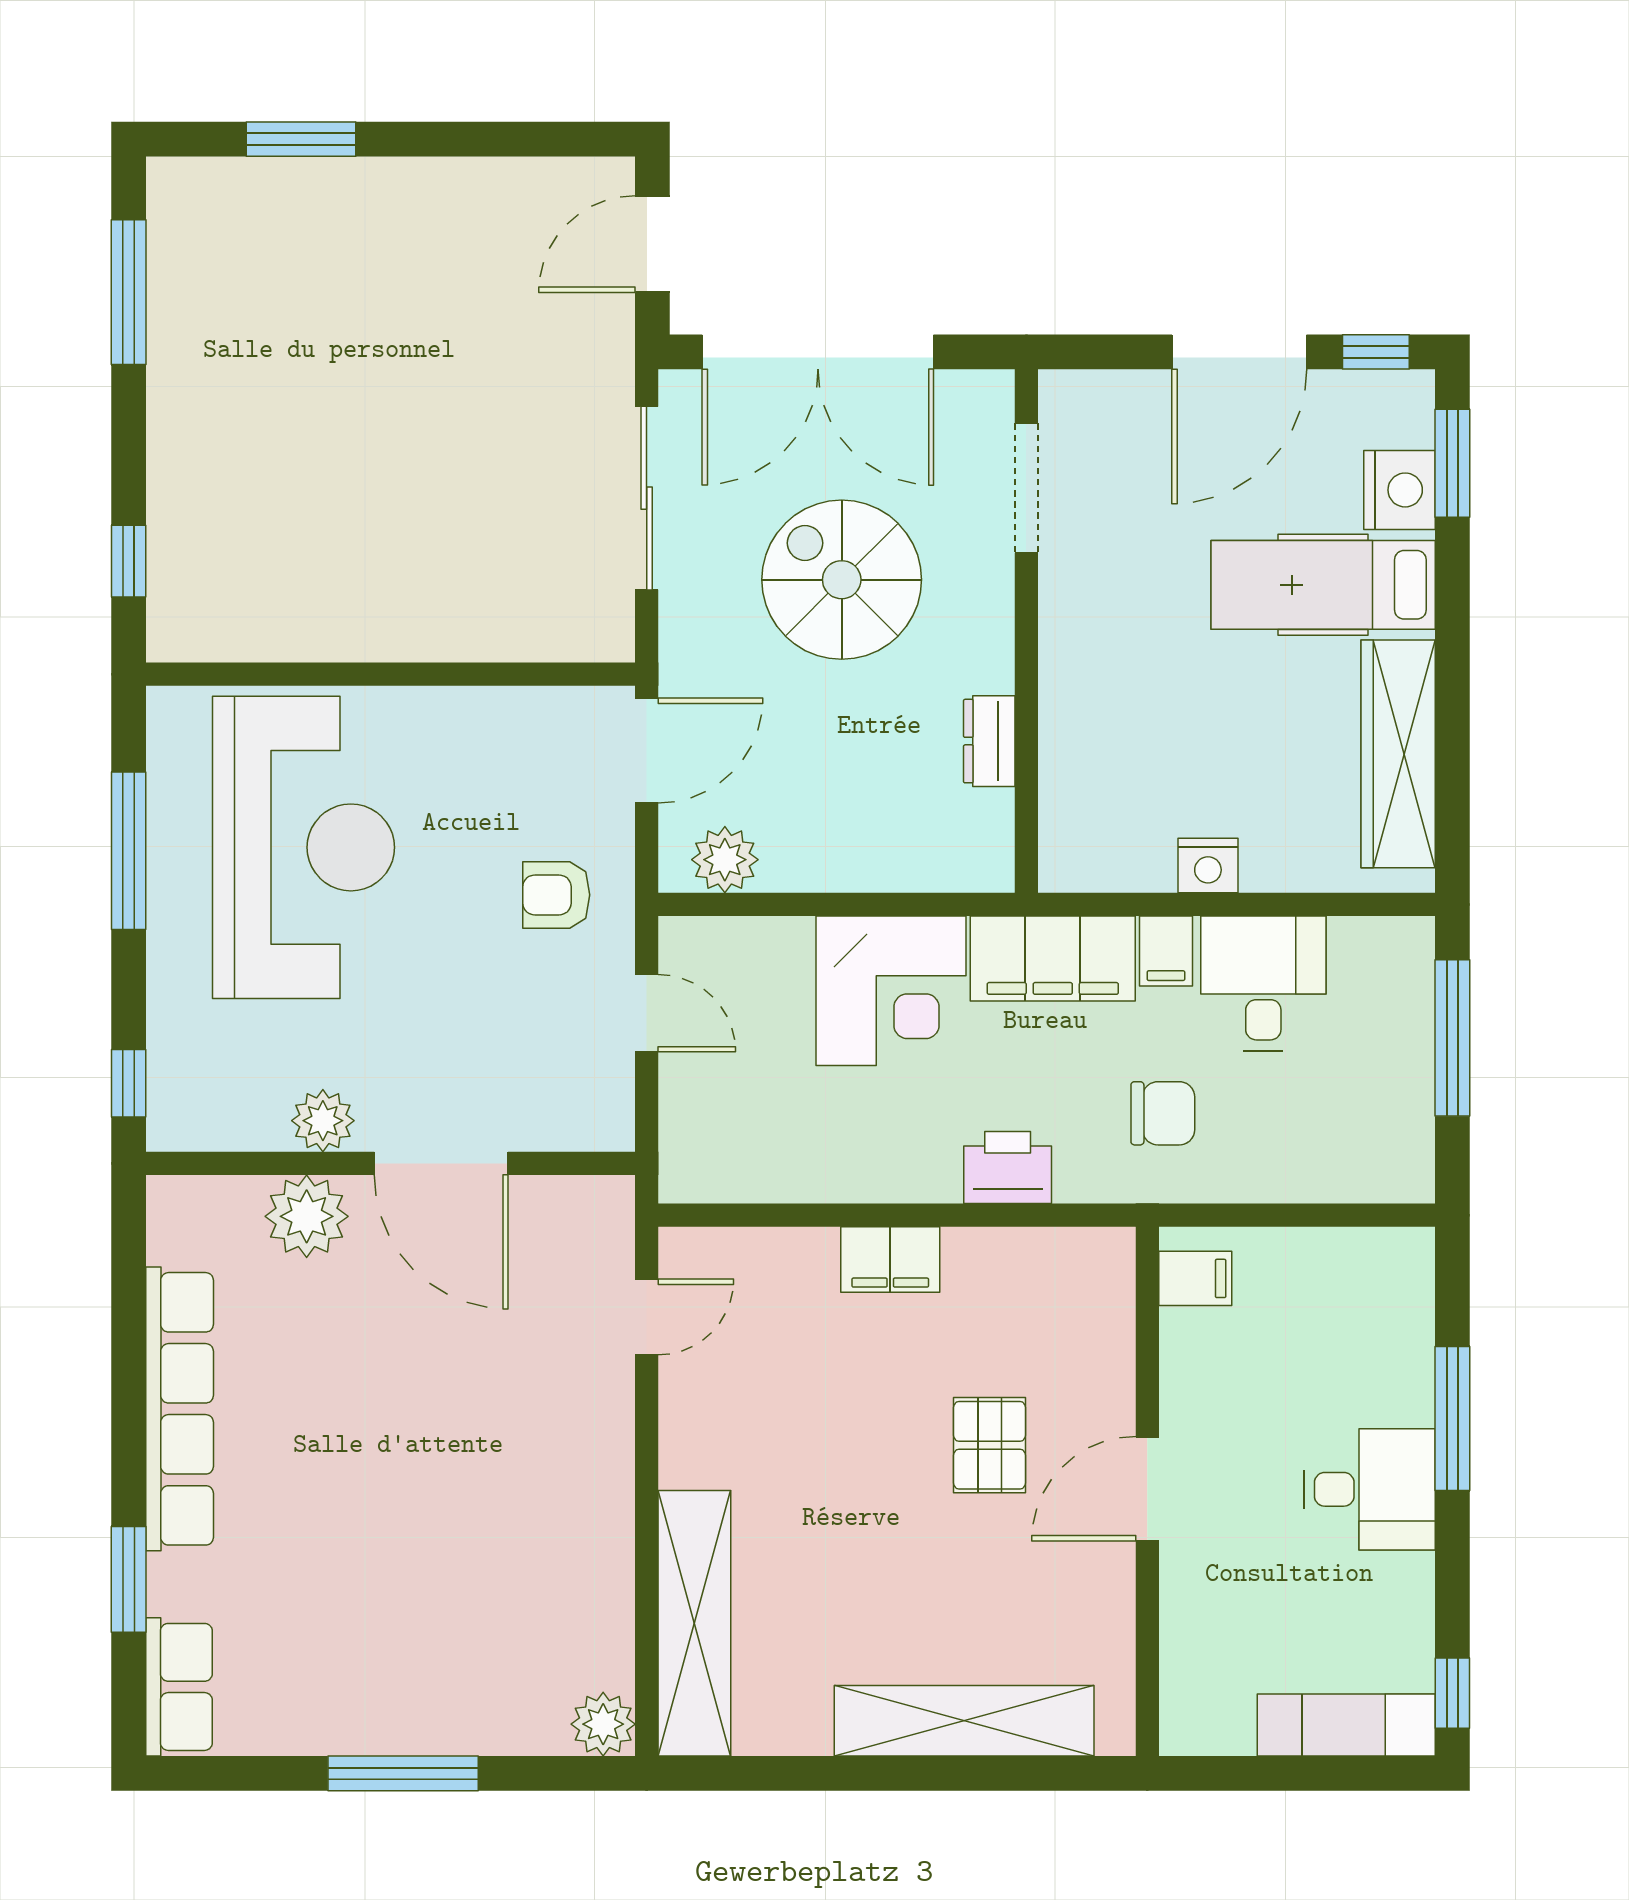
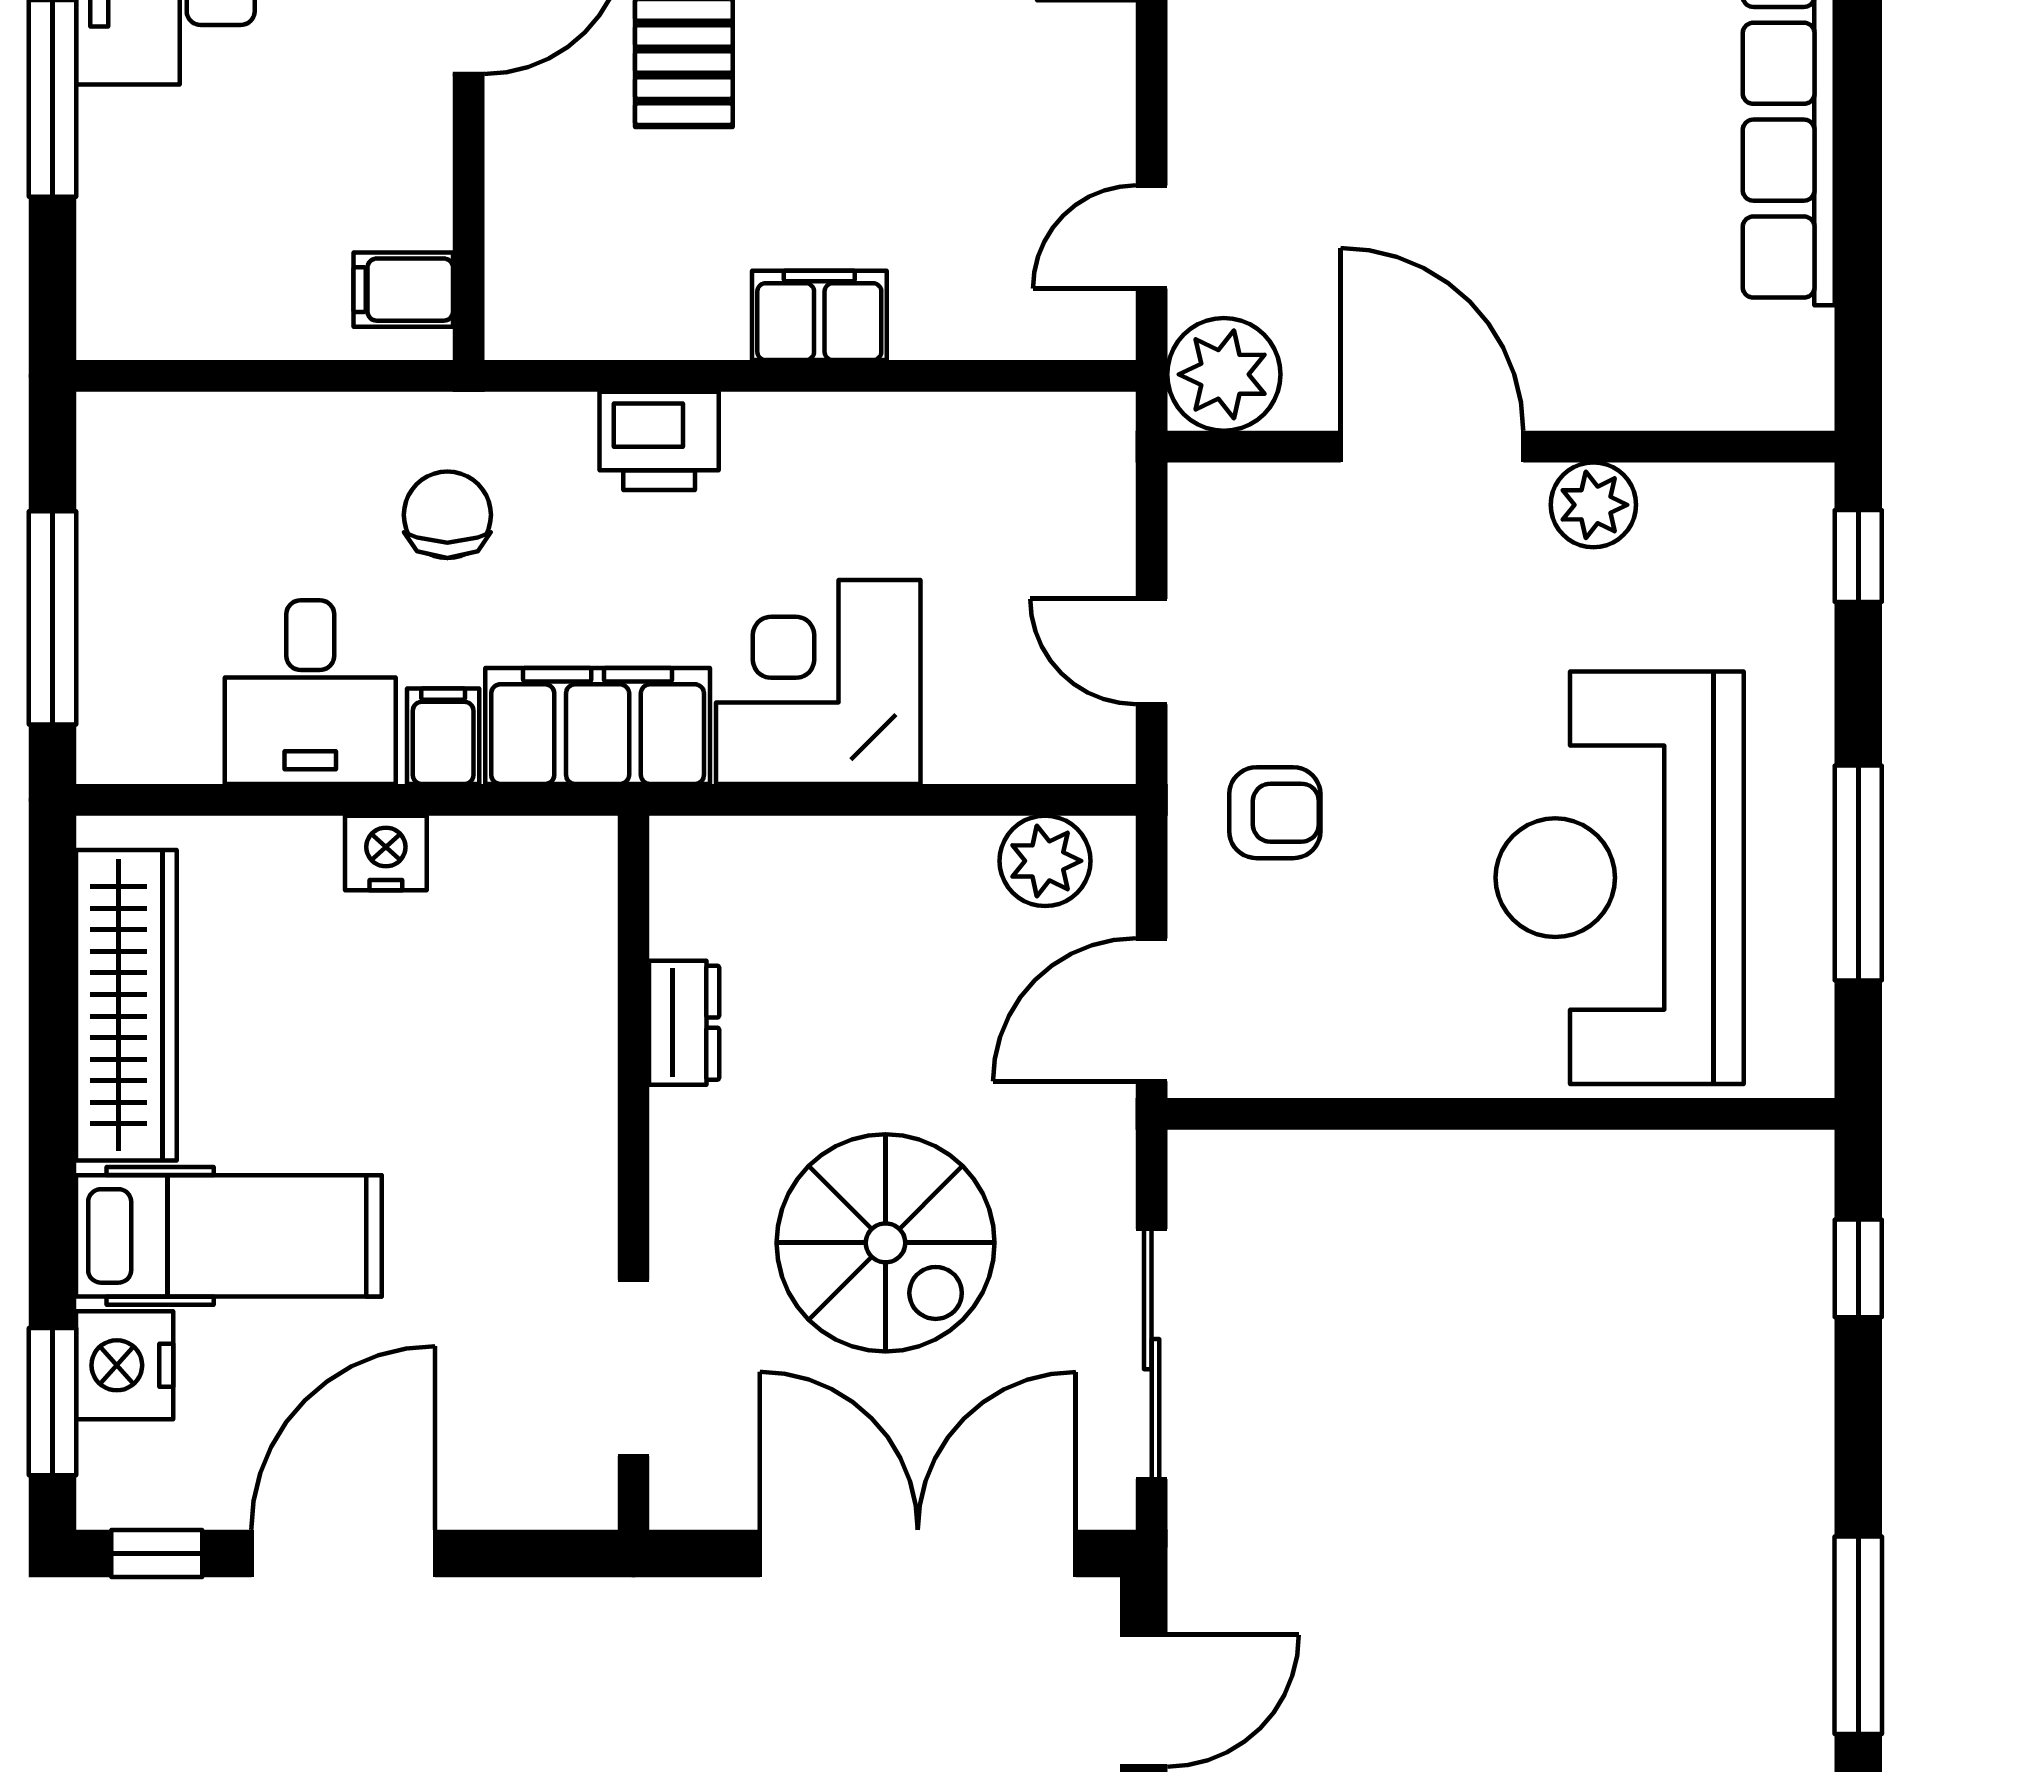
chair: (1163, 1113) -> (447, 515), turned 90
plant: (307, 1216) -> (1224, 374), moved

